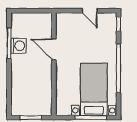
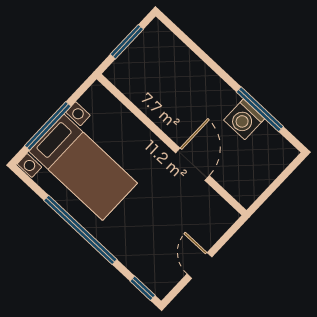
door: (90, 11) -> (199, 265), hinge flipped
door: (54, 49) -> (192, 164), hinge flipped

